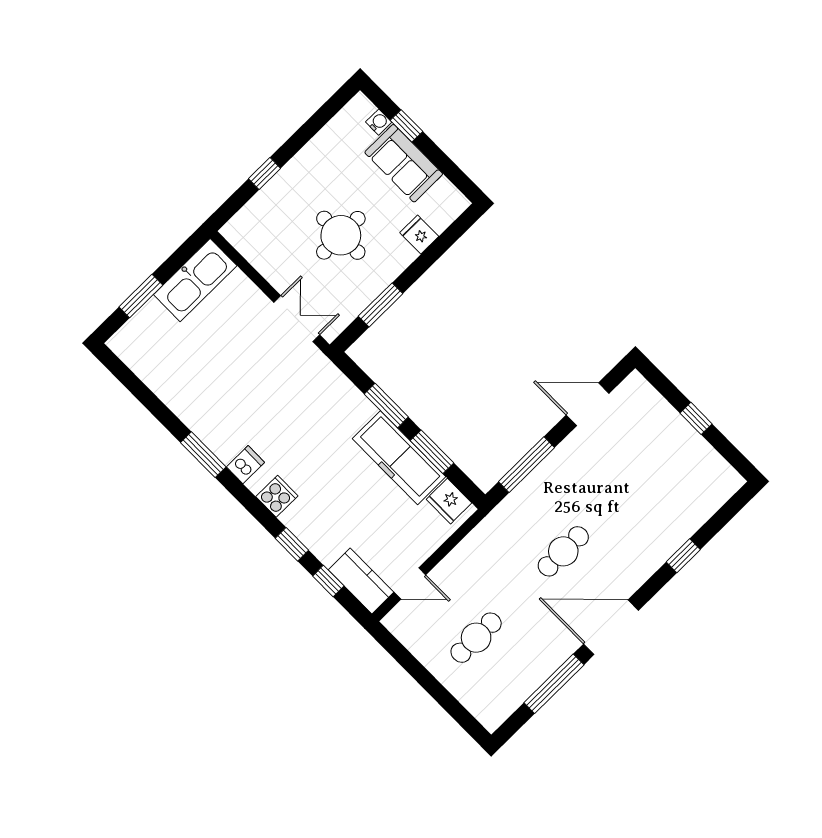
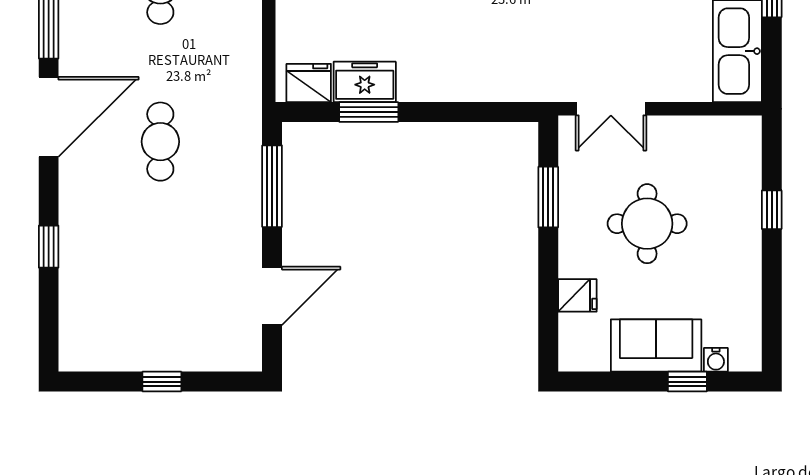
window: (386, 405) -> (452, 112), removed
freezer: (399, 458) -> (365, 82), width x0.52, depth x0.79

